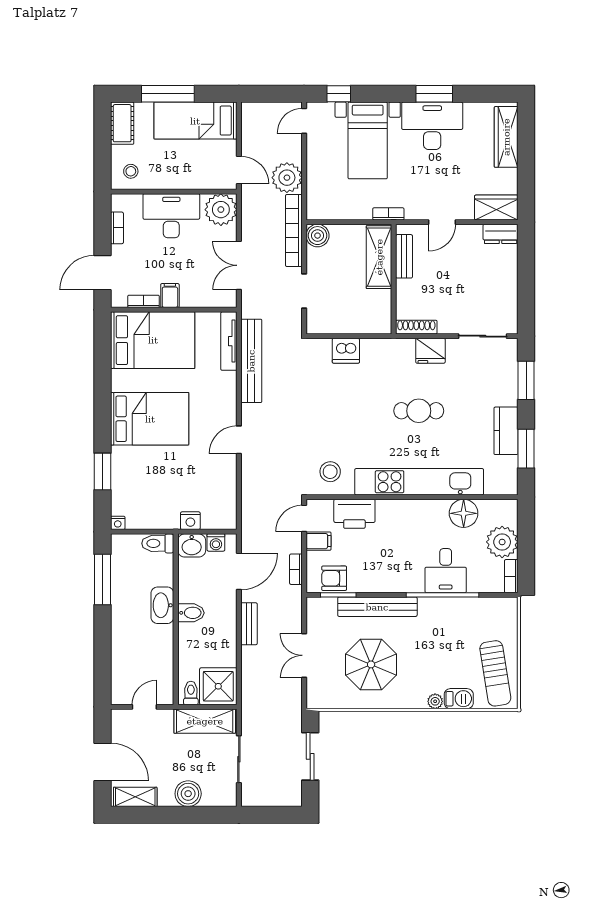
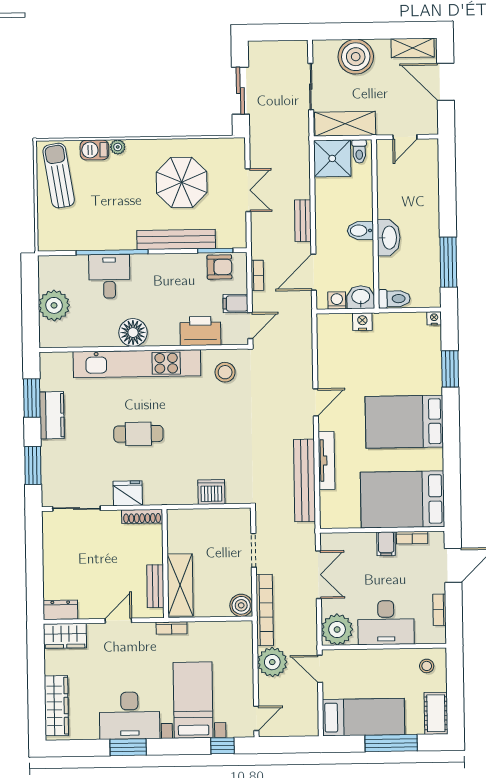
tv unit: (229, 341) -> (326, 460), moved
floor lamp: (464, 513) -> (133, 333), moved
bookcase: (511, 576) -> (44, 272), removed
boiler: (188, 794) -> (356, 57), width x1.37, depth x1.37

